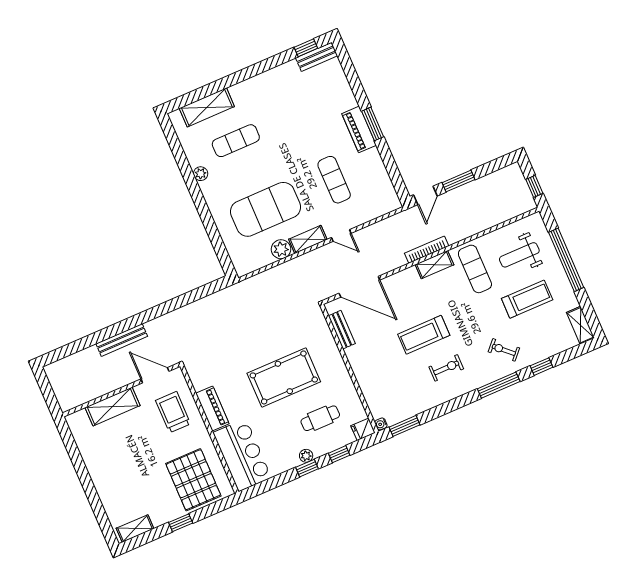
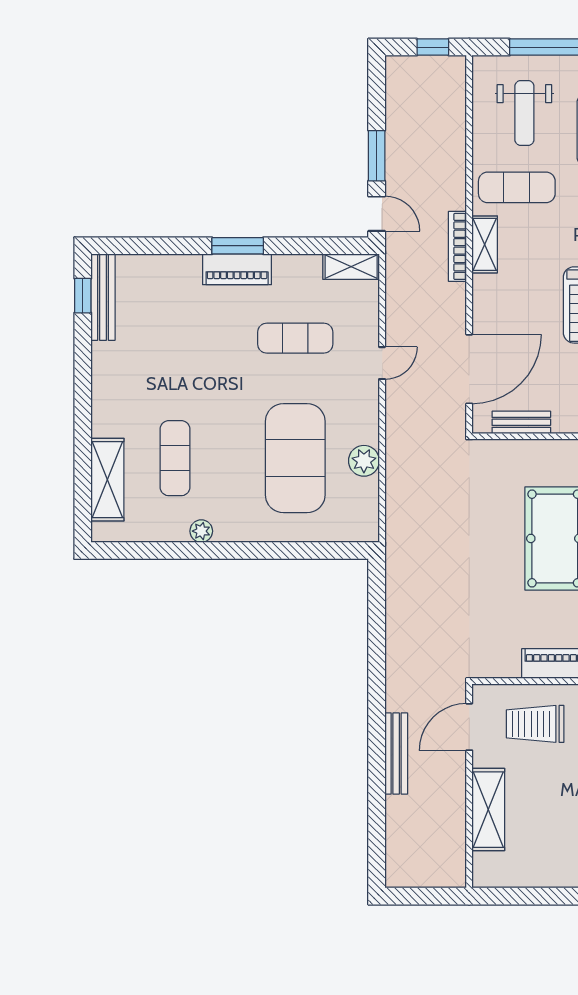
bench: (317, 57) -> (103, 297), width x1.36
shelving: (308, 239) -> (351, 267), moved, turned 90

